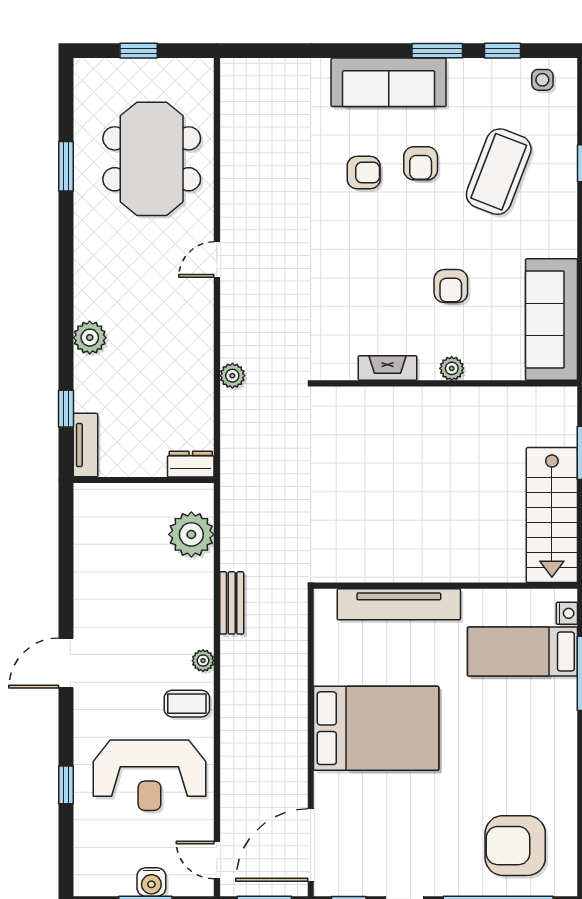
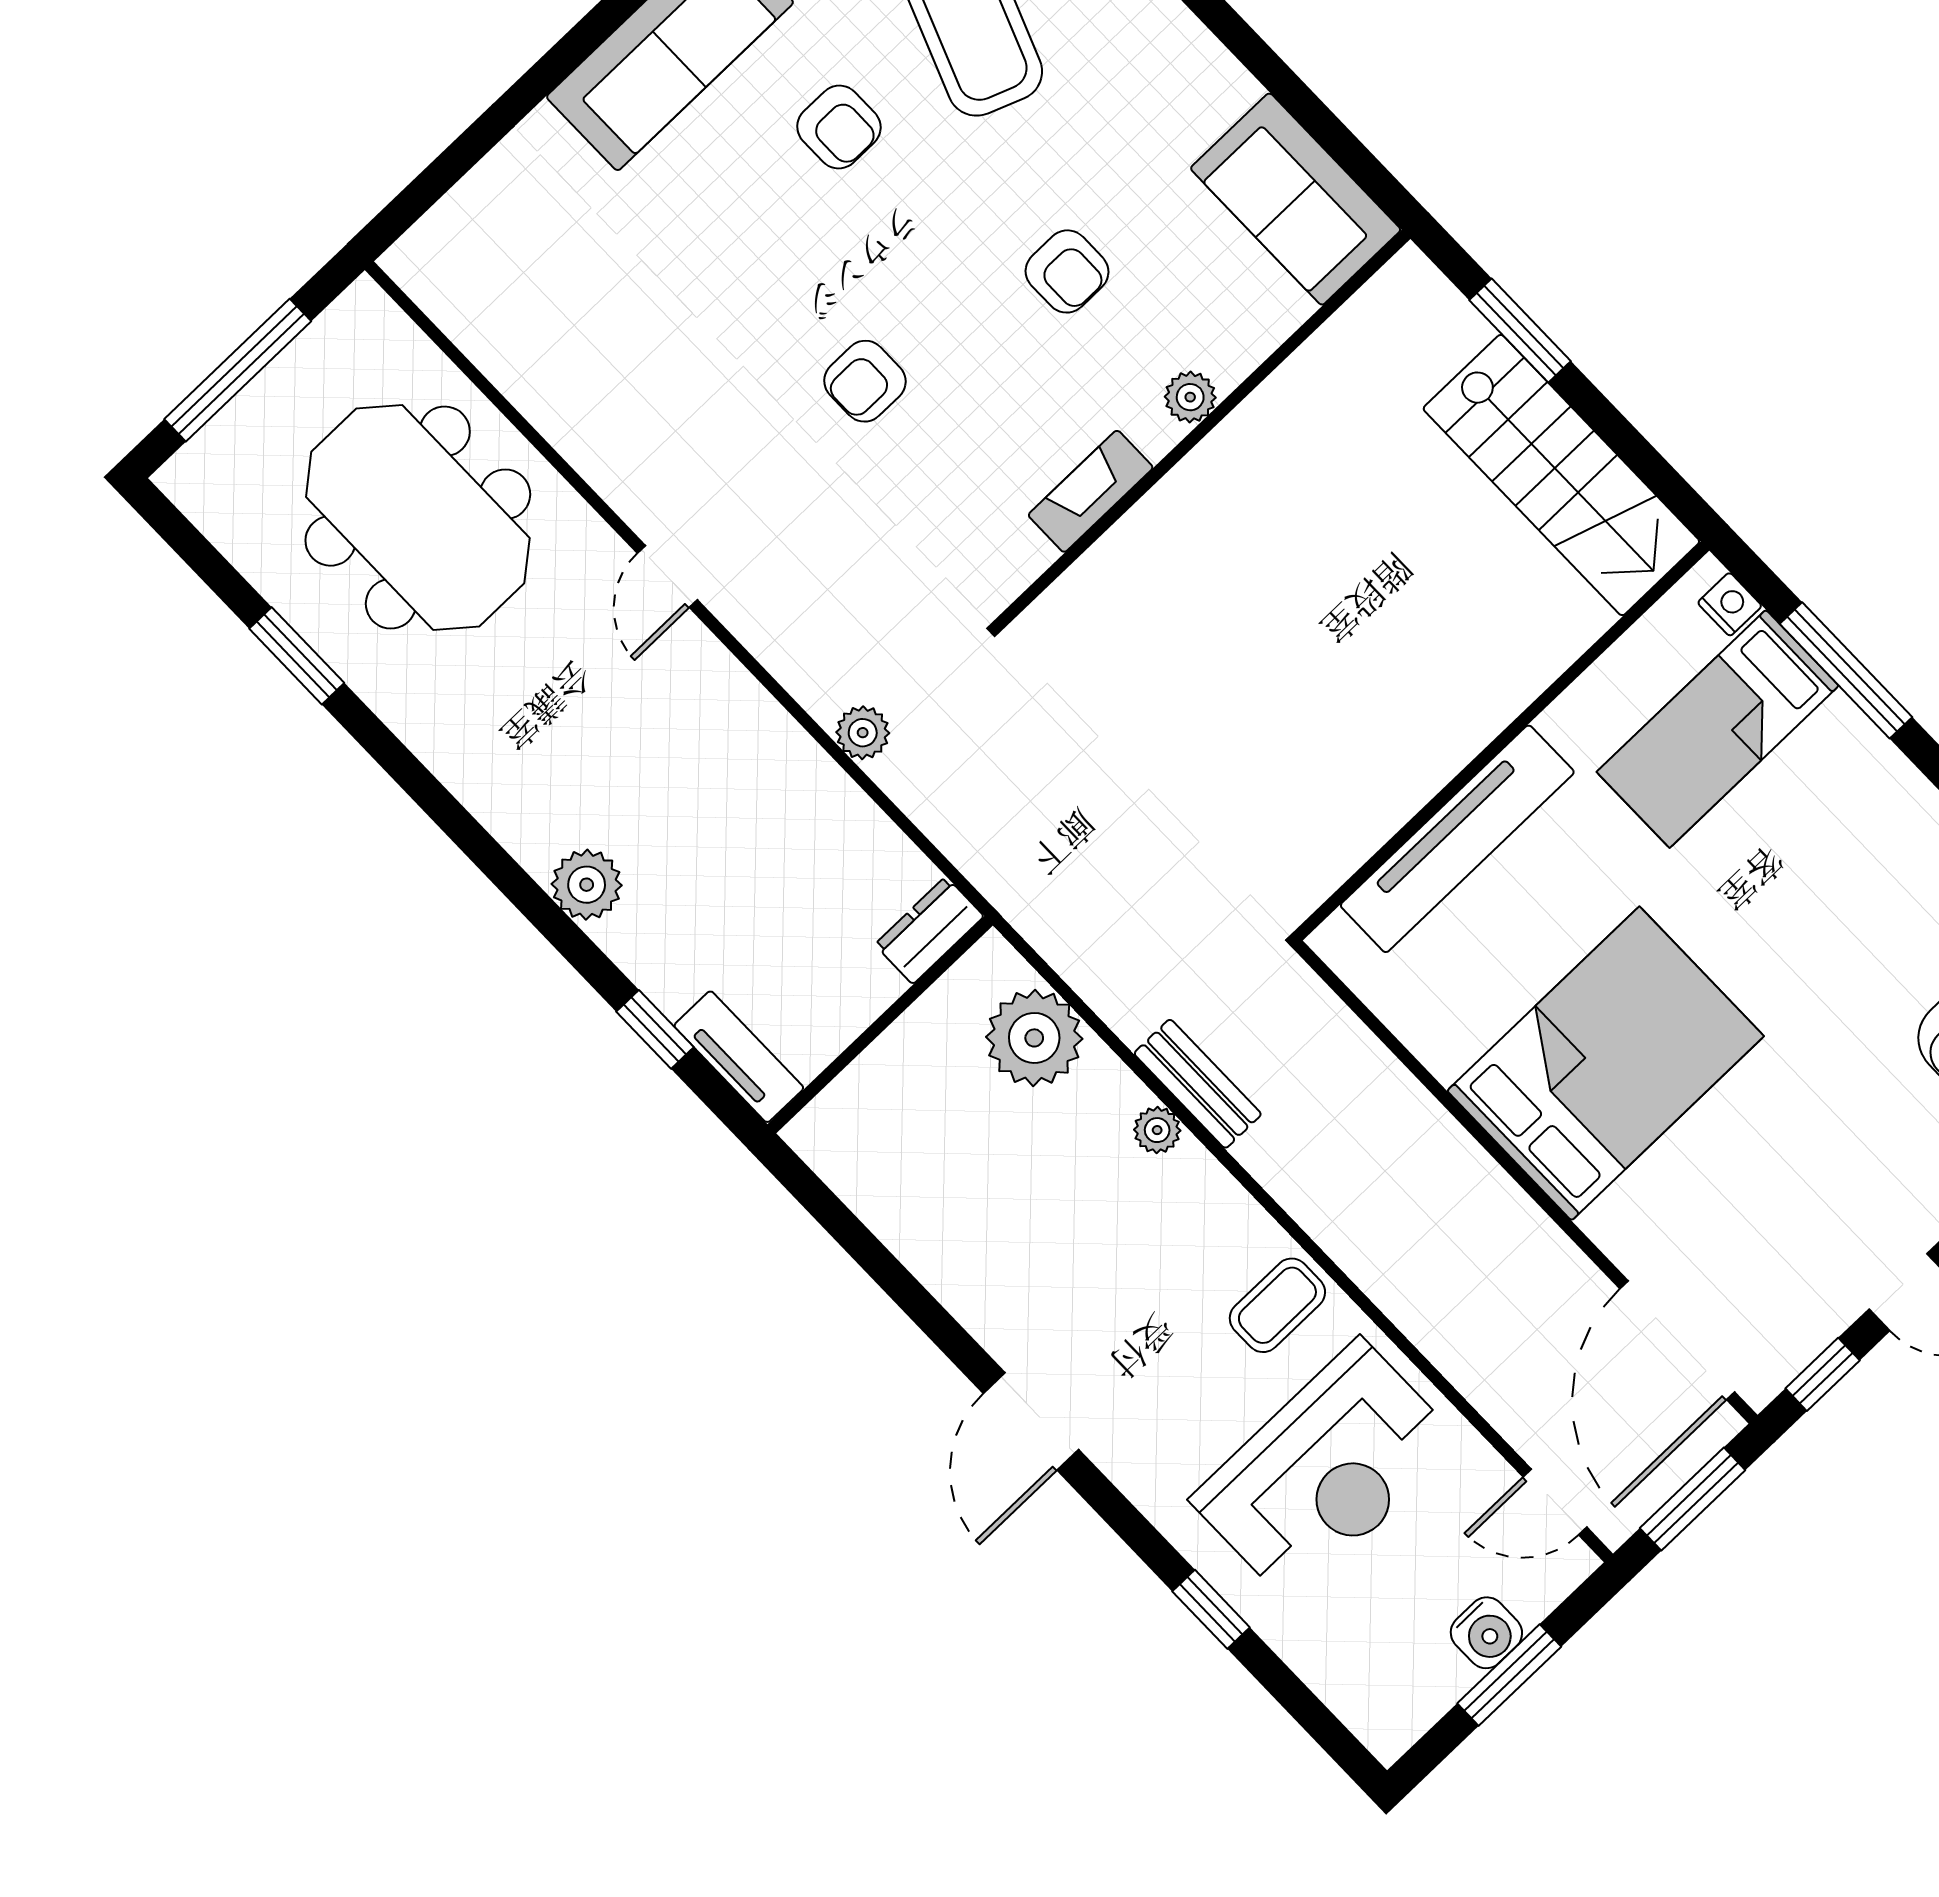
window: (139, 51) -> (238, 370), width x2.17
armchair: (364, 173) -> (865, 381), moved, turned 180
sofa: (552, 320) -> (1296, 199), width x0.73
plant: (203, 661) -> (1157, 1130), moved

